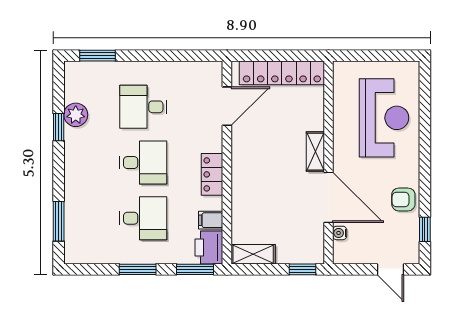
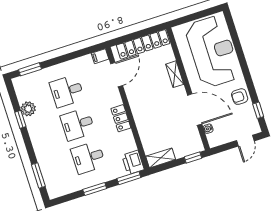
reception desk: (384, 118) -> (213, 52), width x1.36, depth x1.30
shelving: (315, 152) -> (175, 74), moved
desk: (143, 163) -> (78, 124), turned 180
desk: (143, 218) -> (88, 157), turned 180
filing cabinet: (211, 220) -> (100, 56), moved
door: (390, 269) -> (245, 141), hinge flipped

